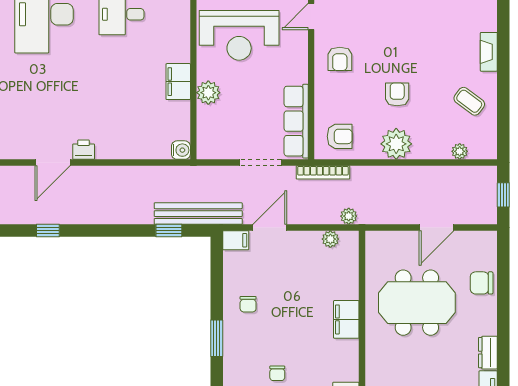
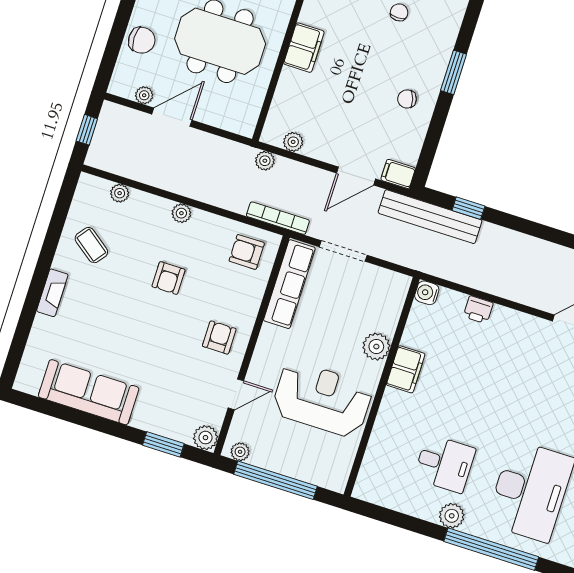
plant: (396, 144) -> (181, 213), width x0.53, depth x0.53
printer: (84, 150) -> (478, 310), moved
plant: (465, 238) -> (144, 95), added
chair: (248, 304) -> (407, 99), turned -107

